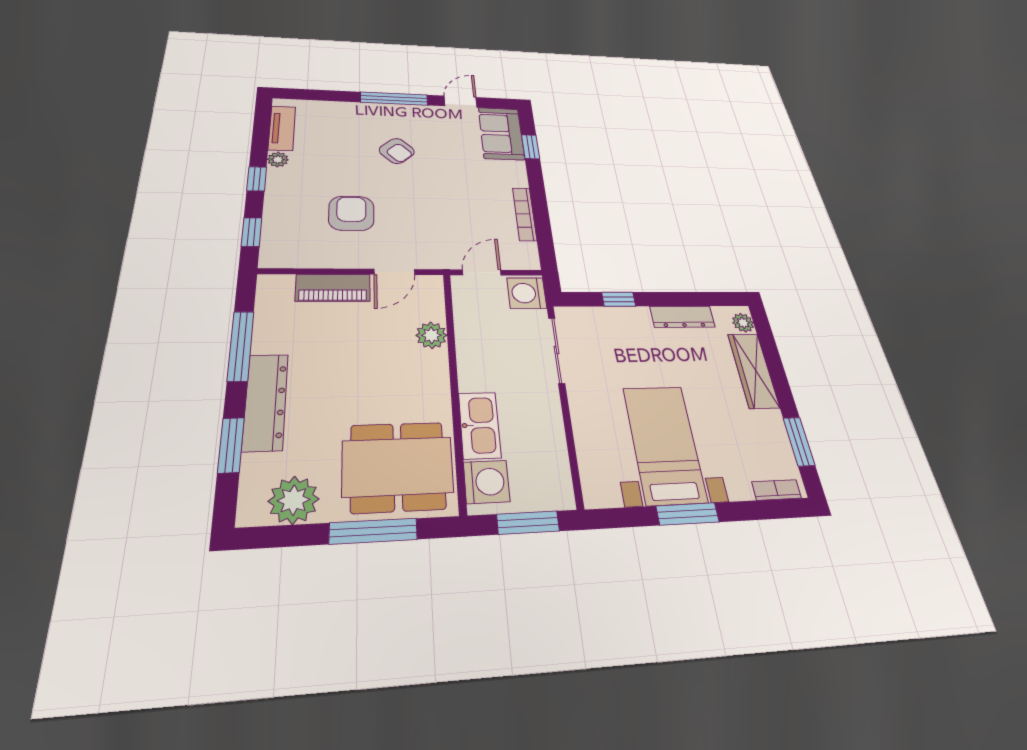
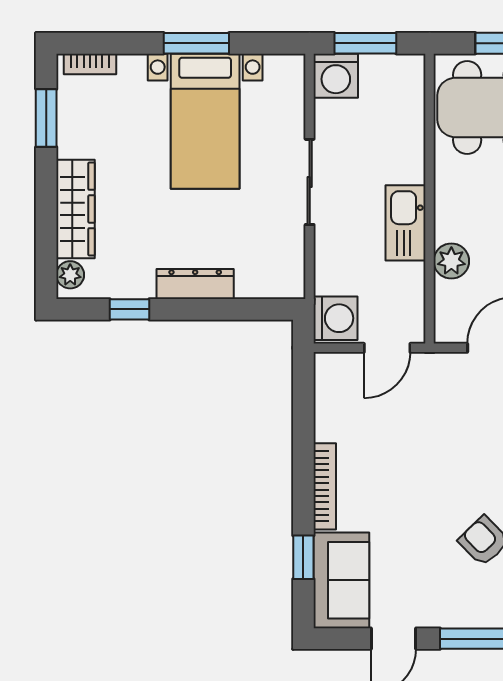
bookcase: (525, 214) -> (325, 486), moved
window: (619, 299) -> (130, 309), moved
dresser: (682, 317) -> (195, 284), moved
sliding door: (557, 350) -> (310, 182), moved
kitchen sink: (480, 425) -> (406, 223), moved
washing machine: (487, 482) -> (336, 76), moved, turned -90

